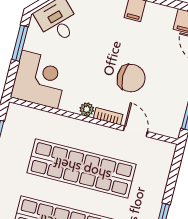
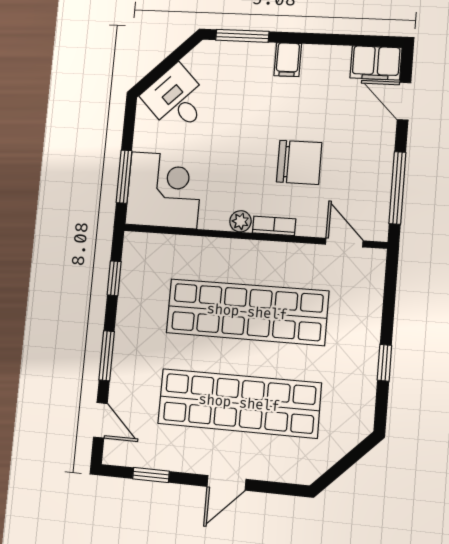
window: (20, 43) -> (124, 177), moved
door: (135, 131) -> (344, 243), moved

